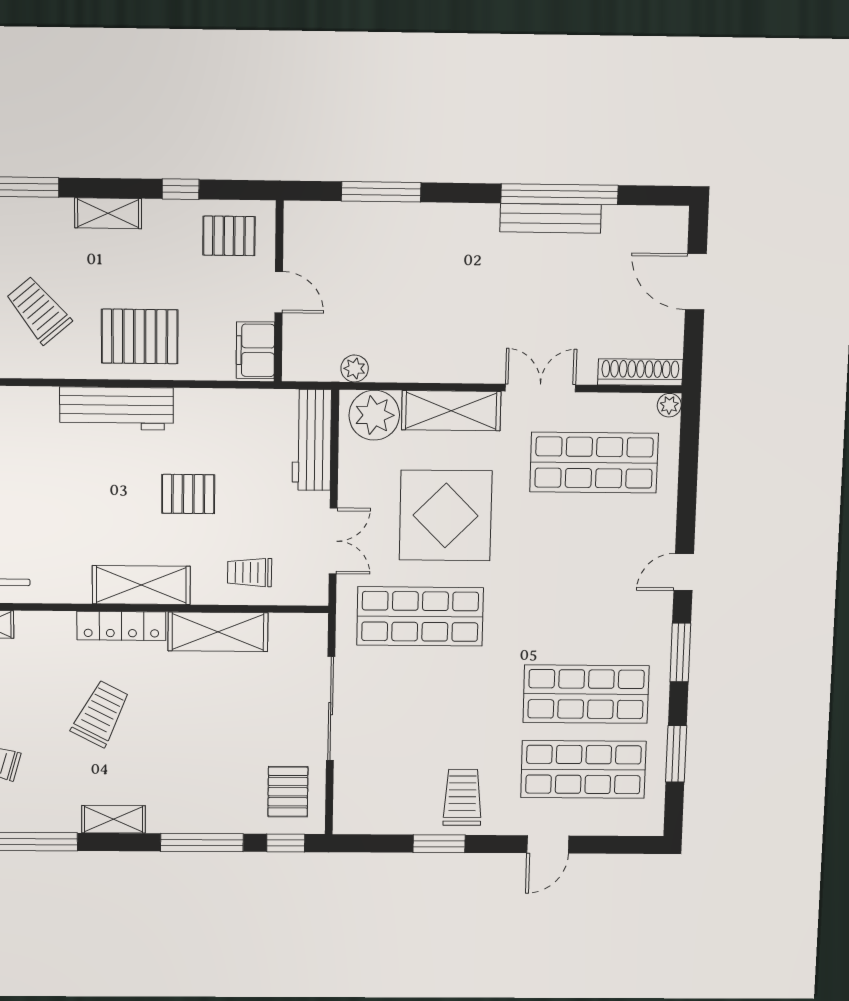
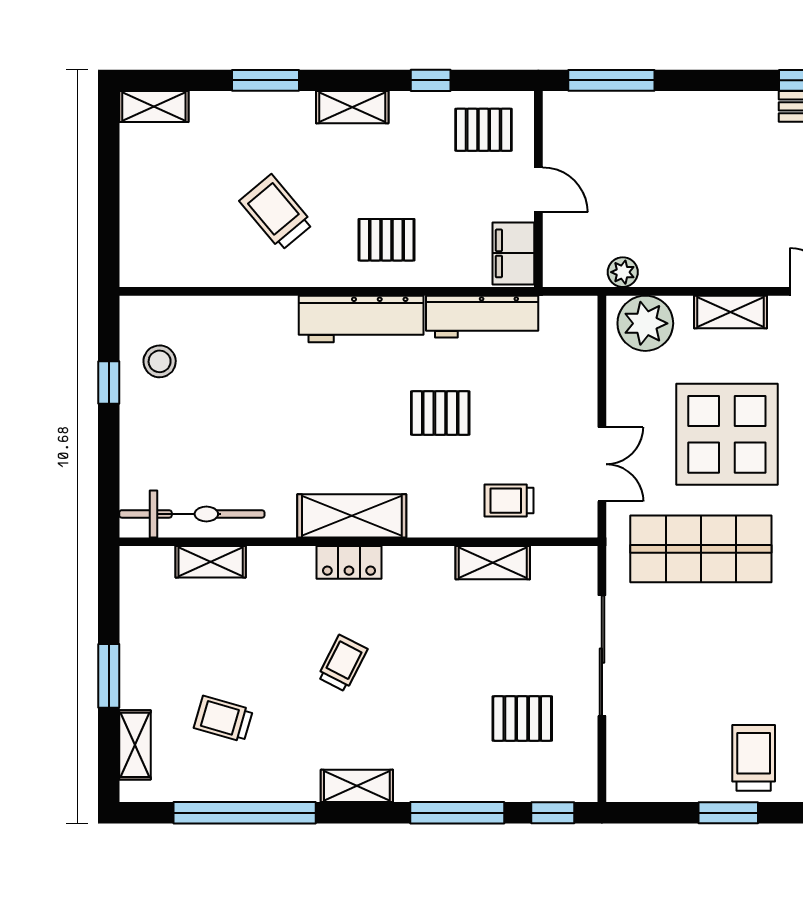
window: (381, 192) -> (611, 80), moved
pallet: (140, 336) -> (386, 240), width x0.67, depth x0.71
shelving: (451, 411) -> (730, 312), width x0.67, depth x0.75
workbench: (312, 440) -> (482, 317), moved, turned -90
shelving: (141, 585) -> (352, 516), moved
locker: (121, 626) -> (349, 562), width x0.66
shelving: (218, 632) -> (493, 563), width x0.67, depth x0.75
trolley: (101, 714) -> (343, 663), width x0.73, depth x0.72
pallet: (288, 792) -> (522, 718), moved, turned 90

